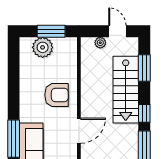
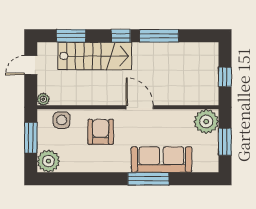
plant: (100, 43) -> (43, 99), moved
plant: (43, 47) -> (48, 161), moved
side table: (67, 59) -> (62, 120), added

